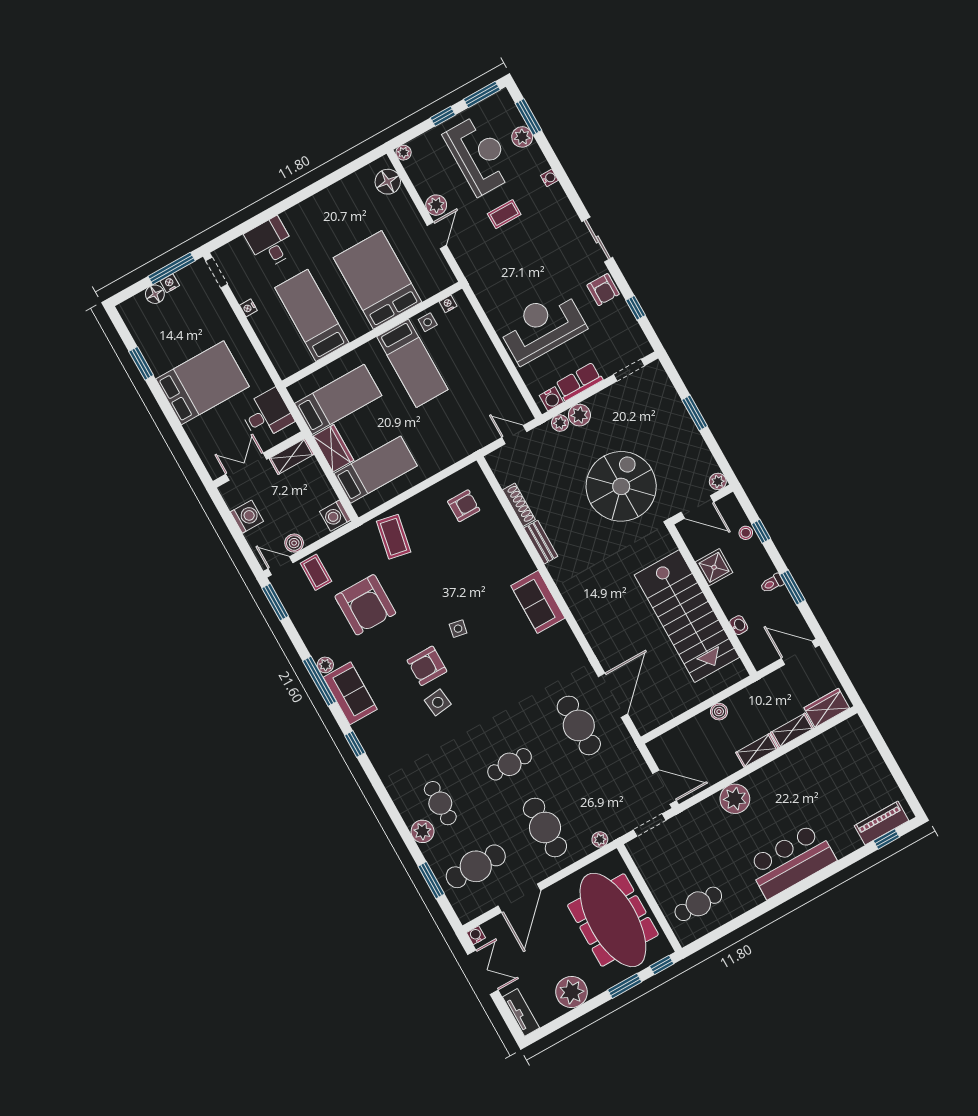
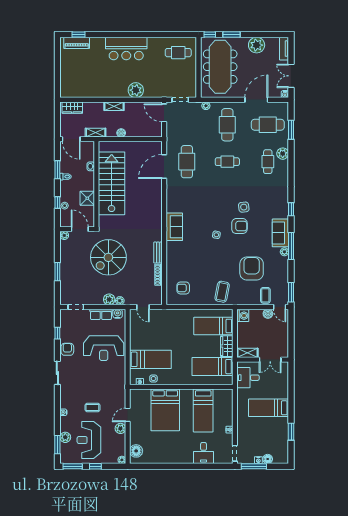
bed: (412, 363) -> (150, 359), moved, turned 90
bed: (203, 383) -> (269, 408), width x0.67
washing machine: (247, 517) -> (282, 337), removed
shelving: (792, 730) -> (96, 133), moved

